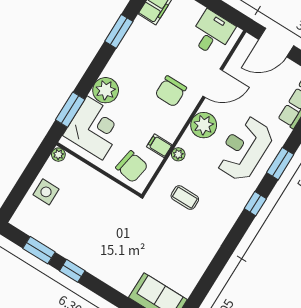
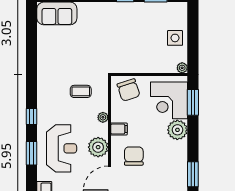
filing cabinet: (159, 146) -> (119, 129), moved
chair: (132, 167) -> (129, 90), turned -118

